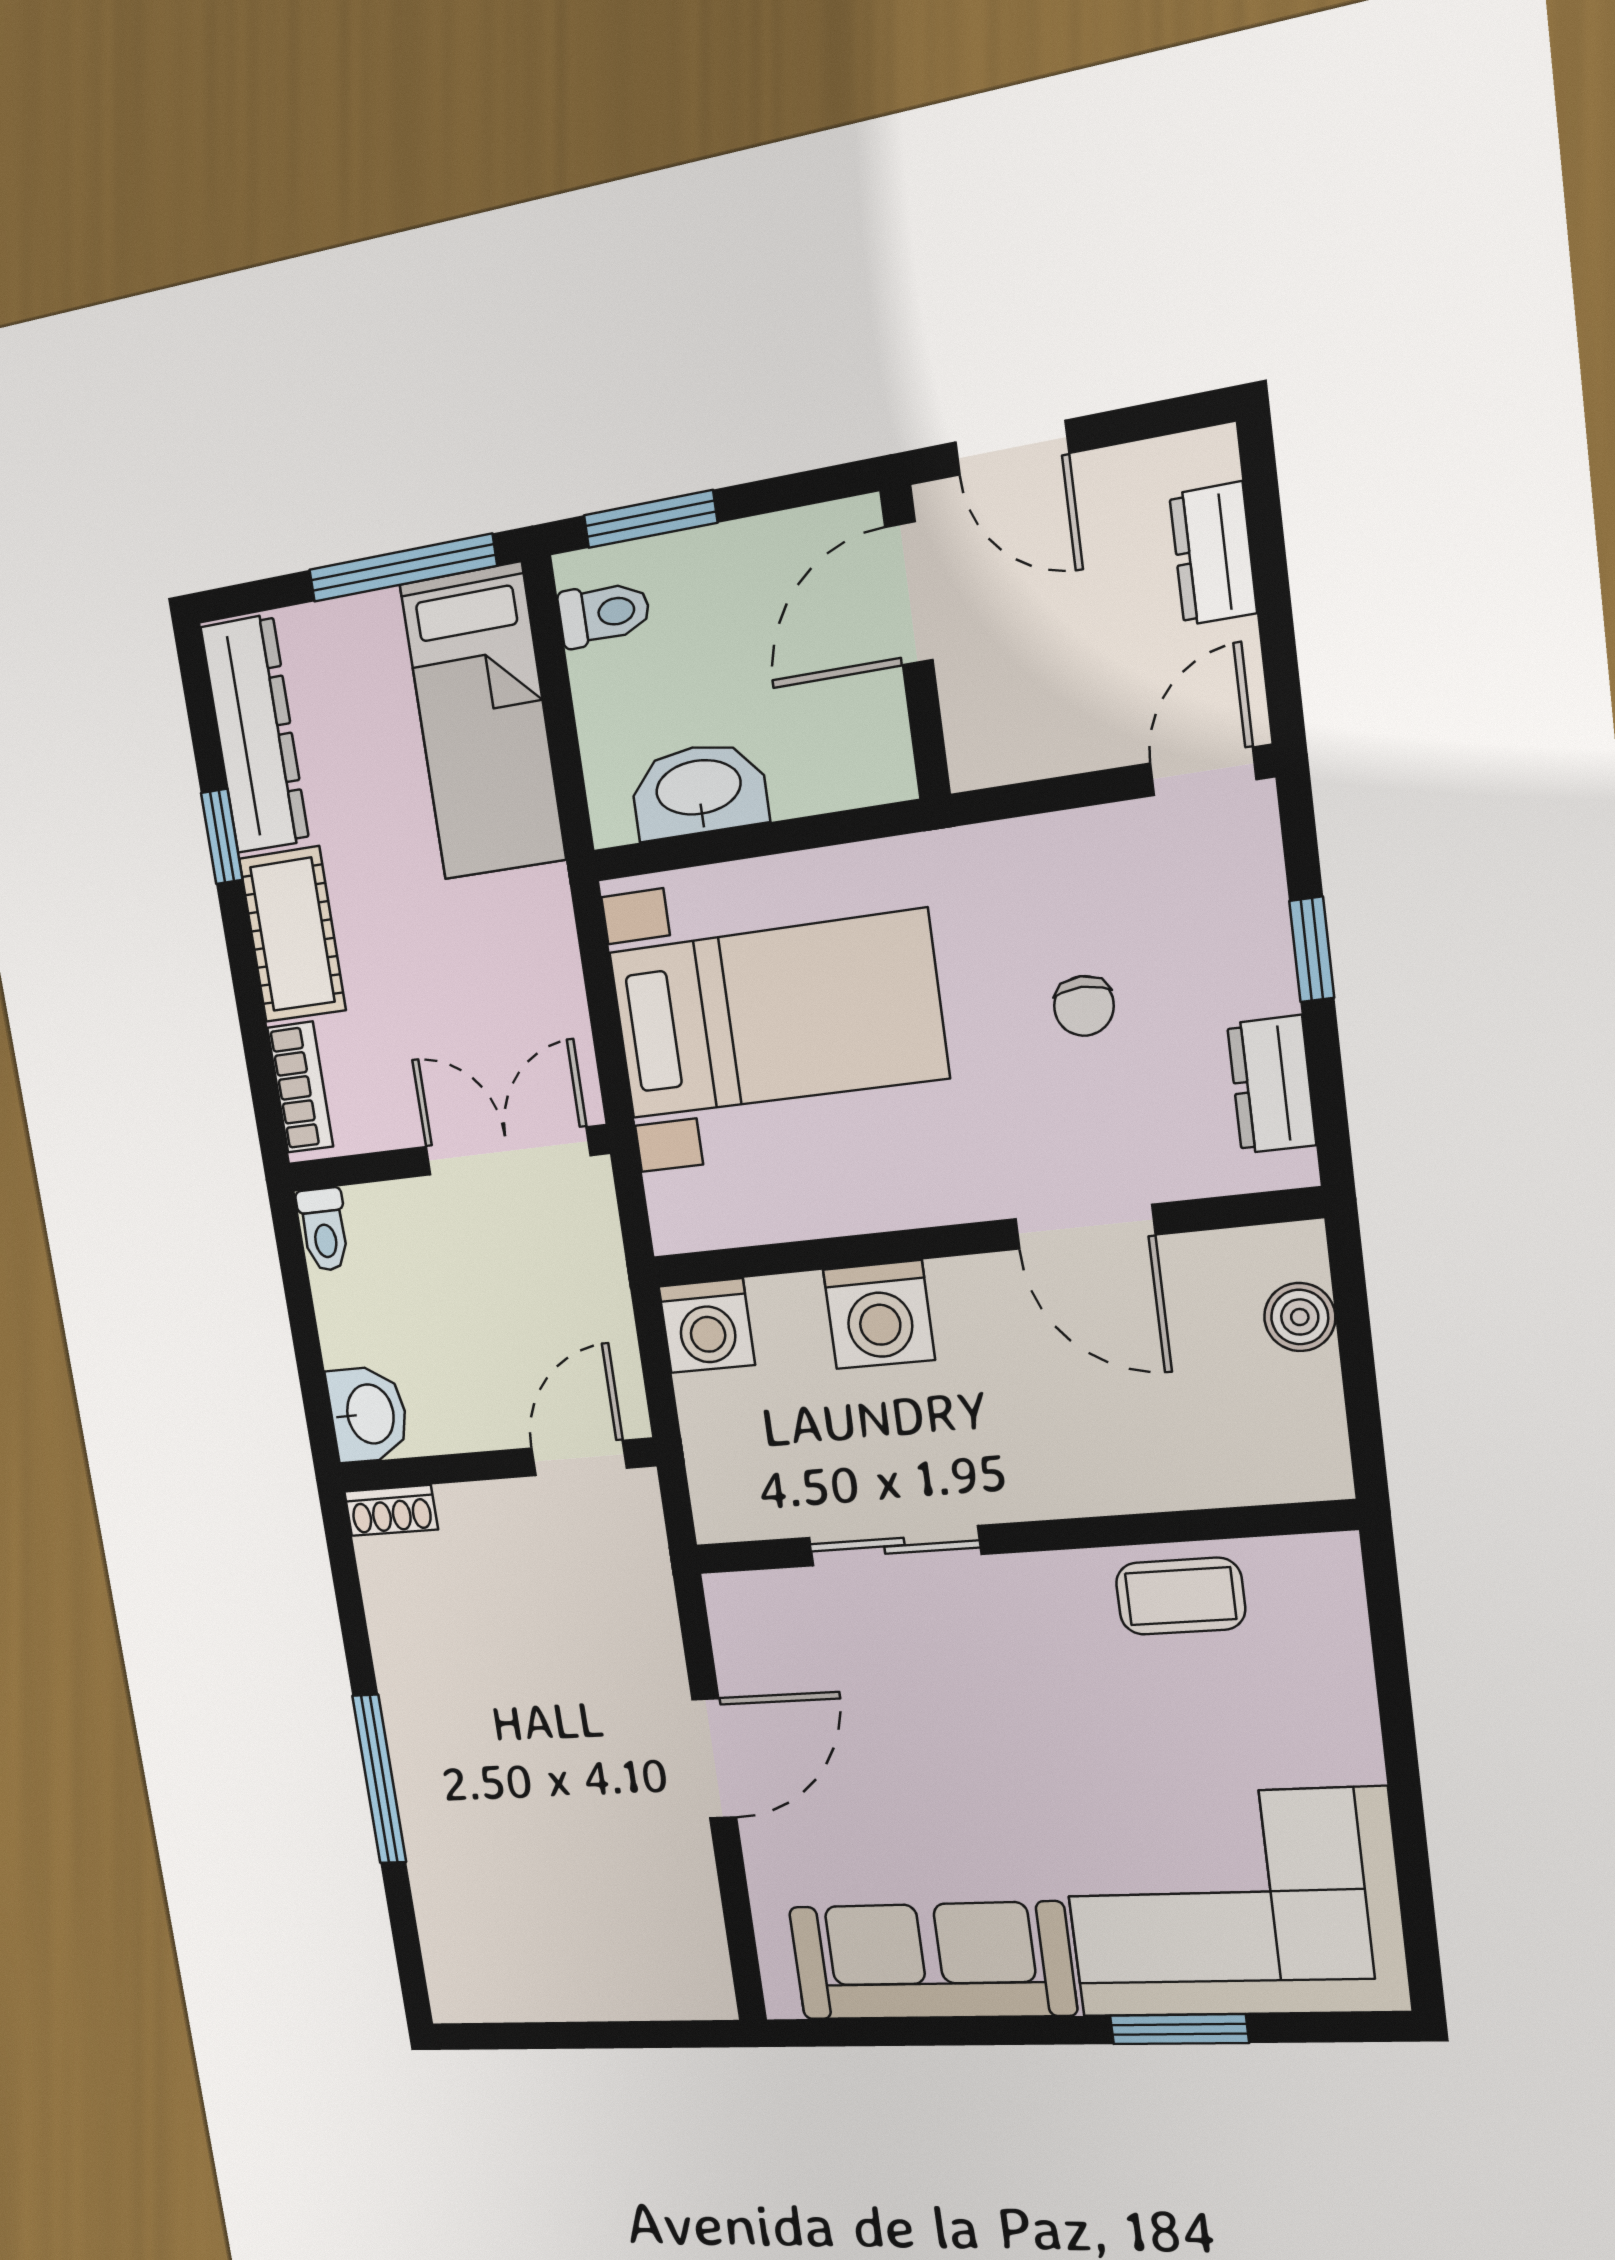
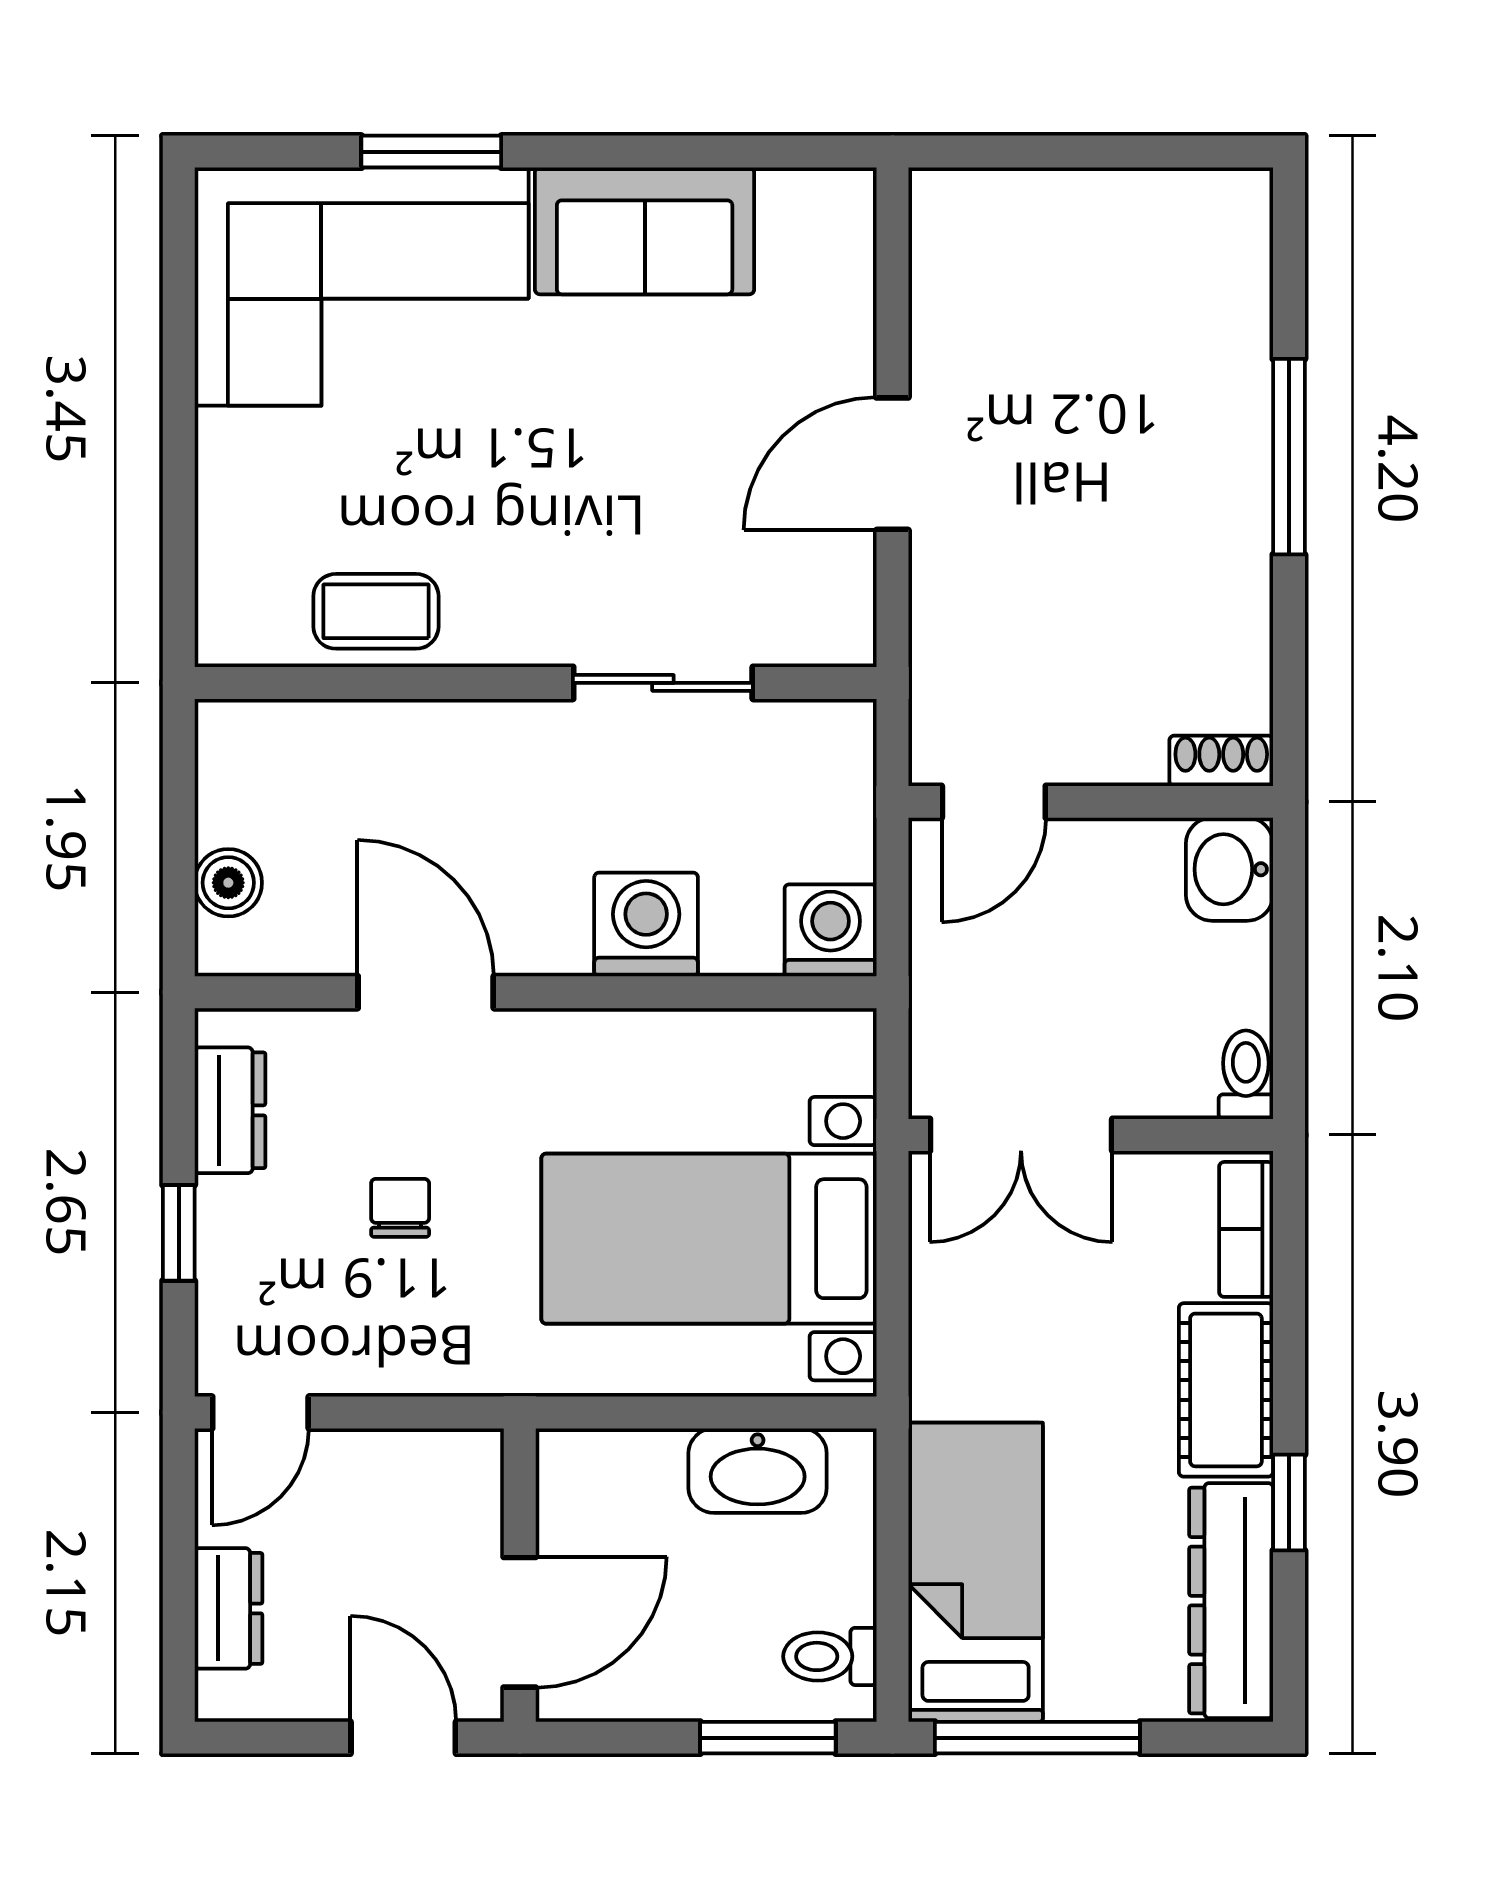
sofa: (932, 1961) -> (645, 231), width x0.73

